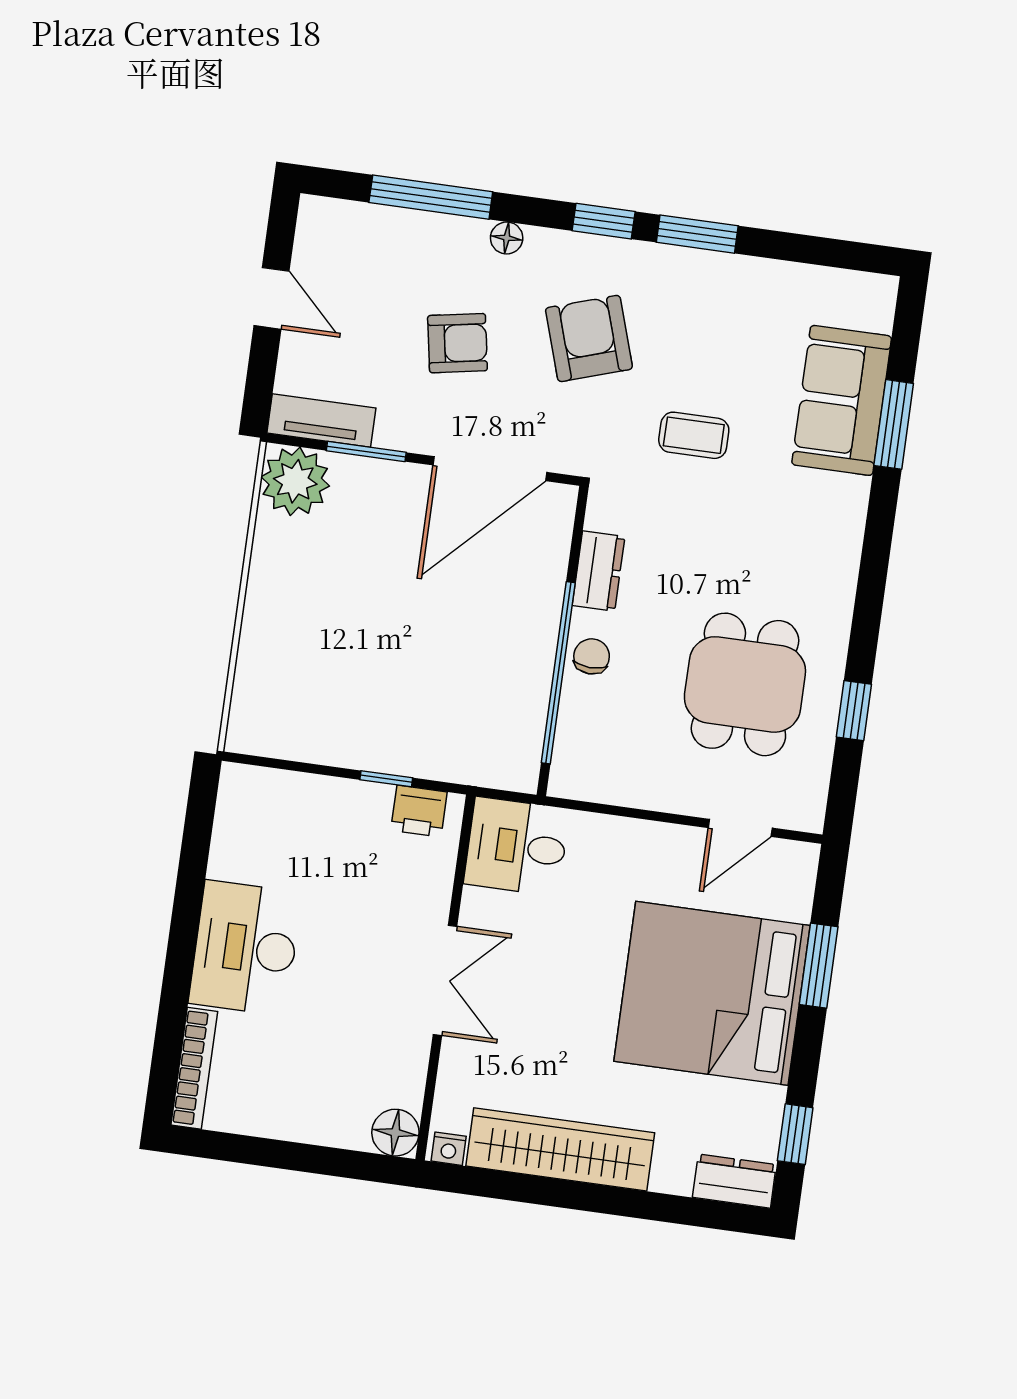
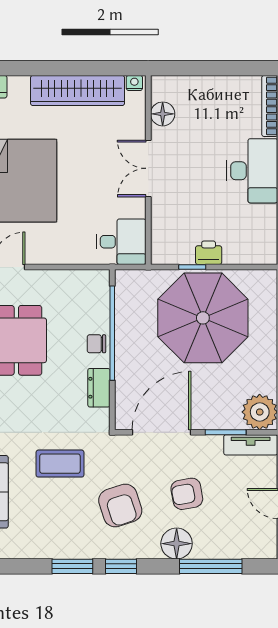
floor lamp: (507, 238) -> (177, 544), width x1.89, depth x1.89
coffee table: (694, 435) -> (60, 464), width x1.36, depth x1.30
chair: (592, 656) -> (96, 344), turned 88
parasol: (379, 678) -> (203, 318), added
printer: (419, 811) -> (209, 253), moved
floor lamp: (395, 1133) -> (163, 114), moved

